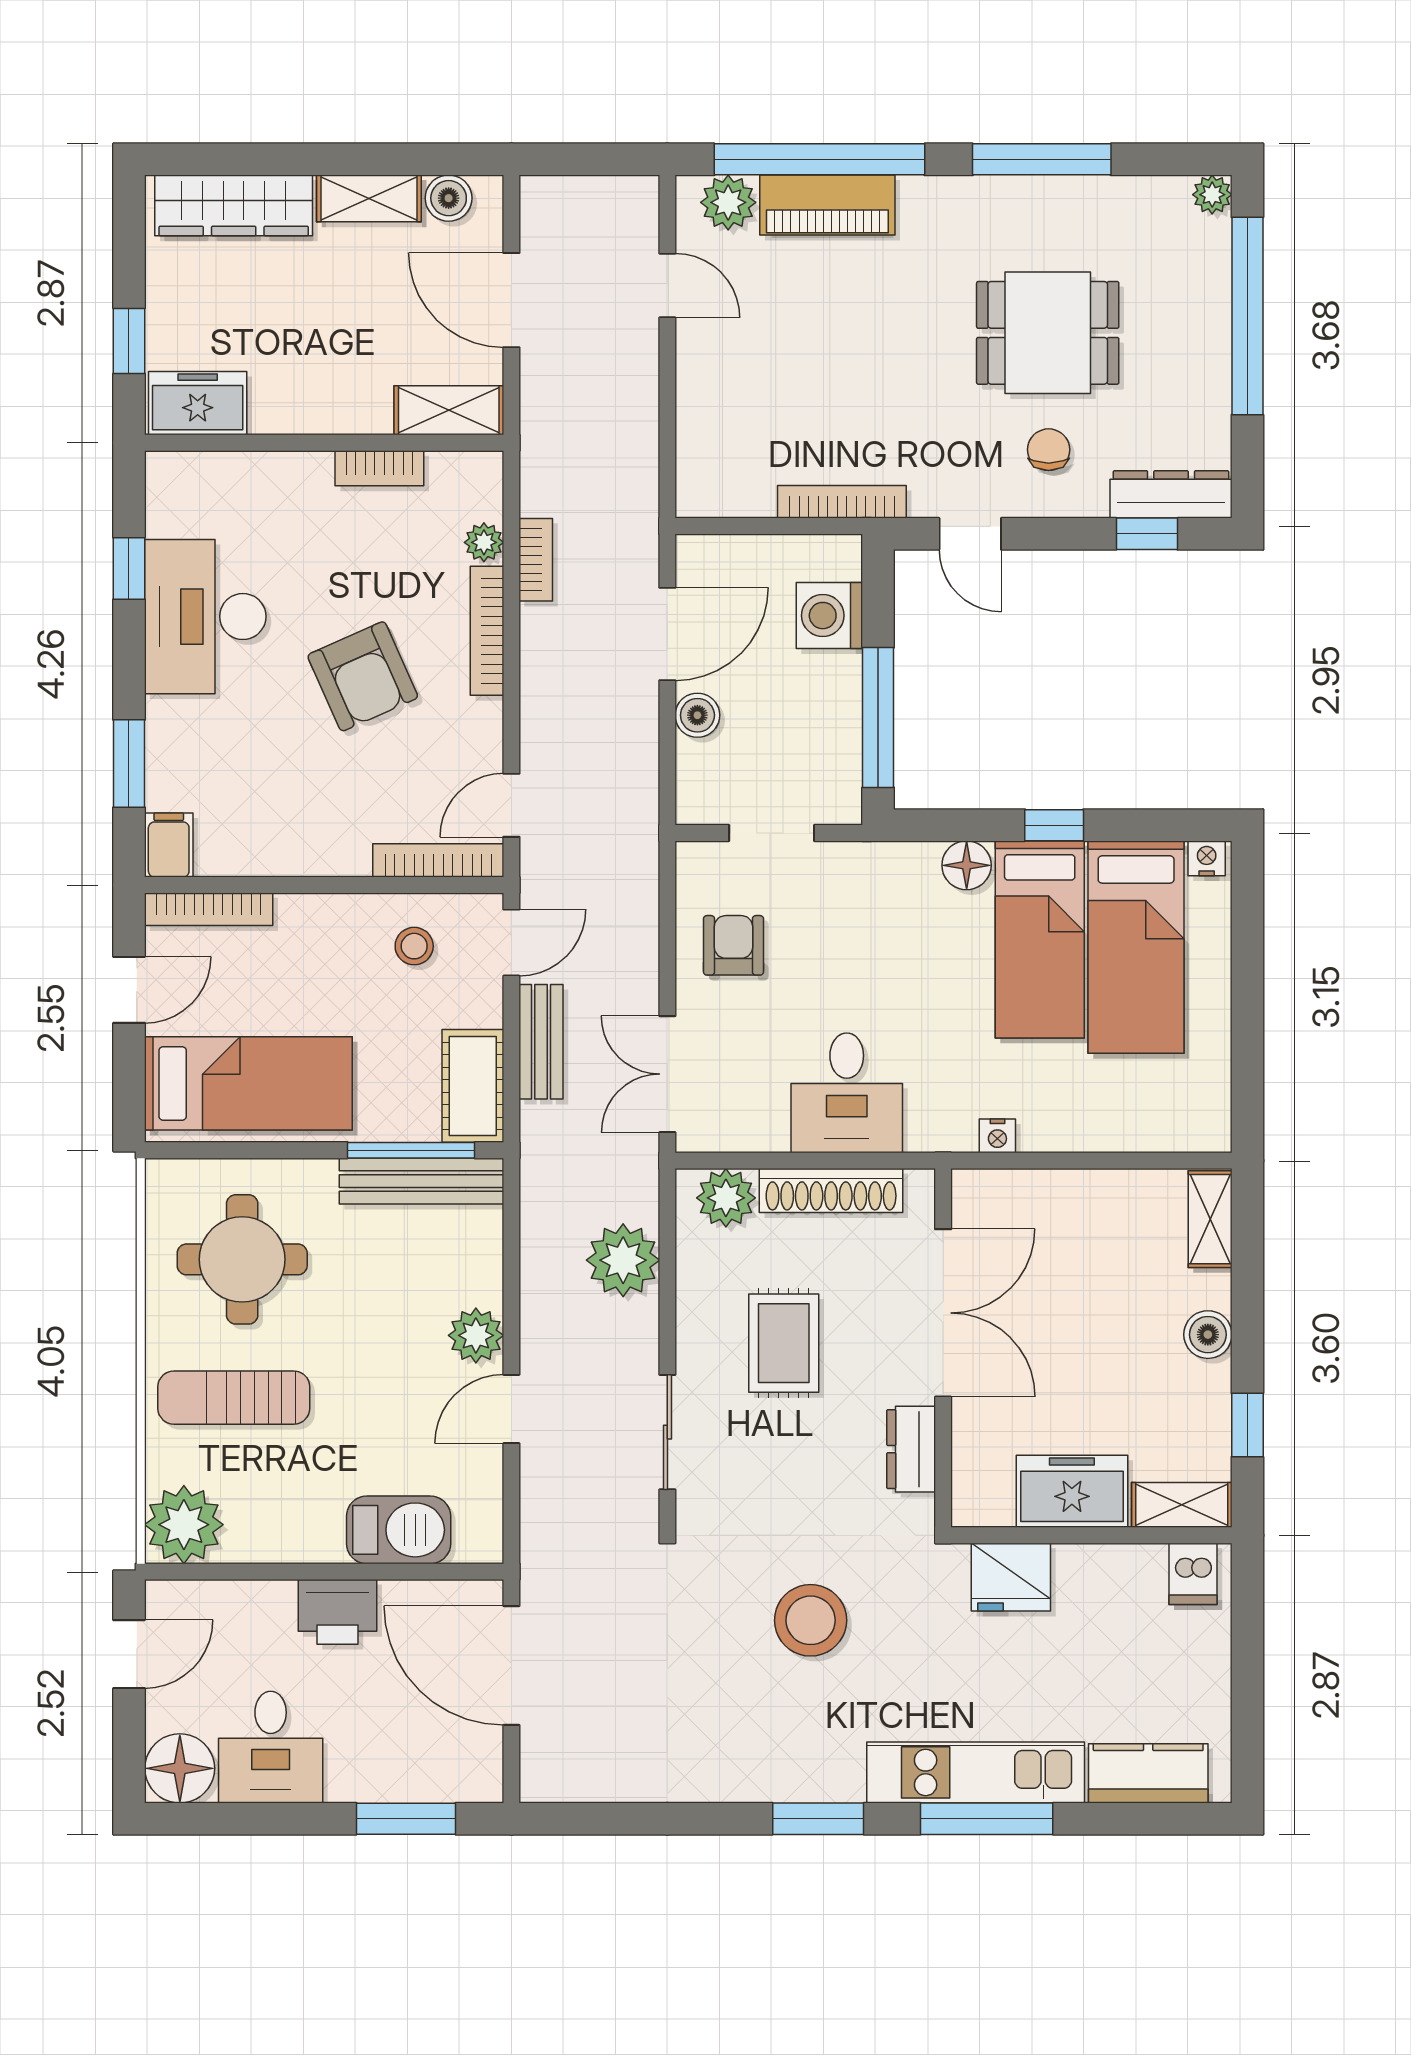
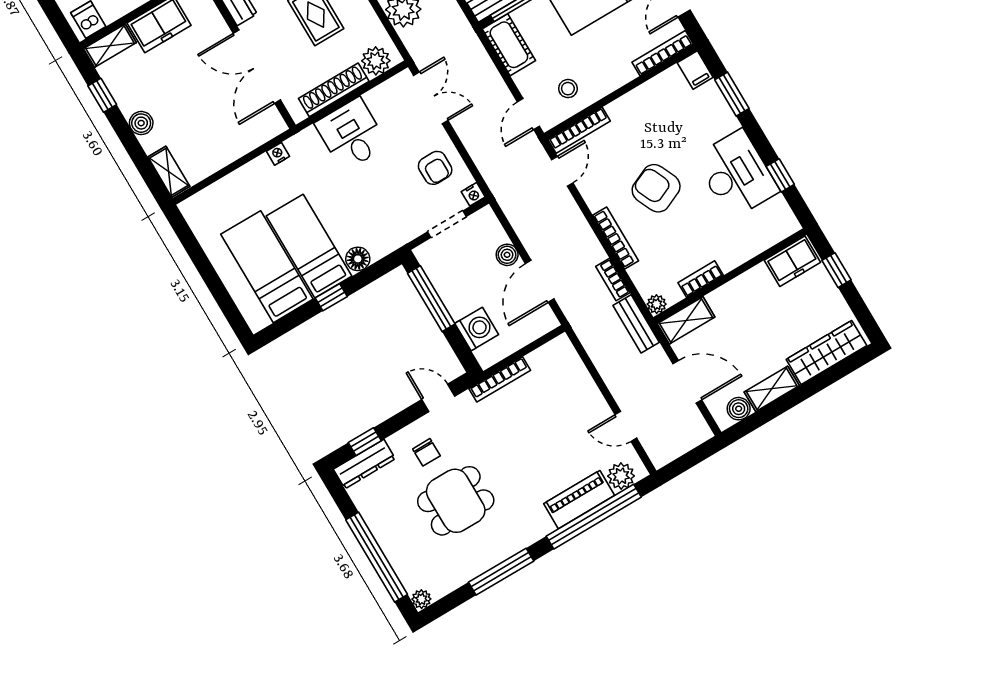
plant: (484, 542) -> (657, 304), moved
nightstand: (1207, 858) -> (473, 194), moved
bench: (541, 1042) -> (636, 324), moved

